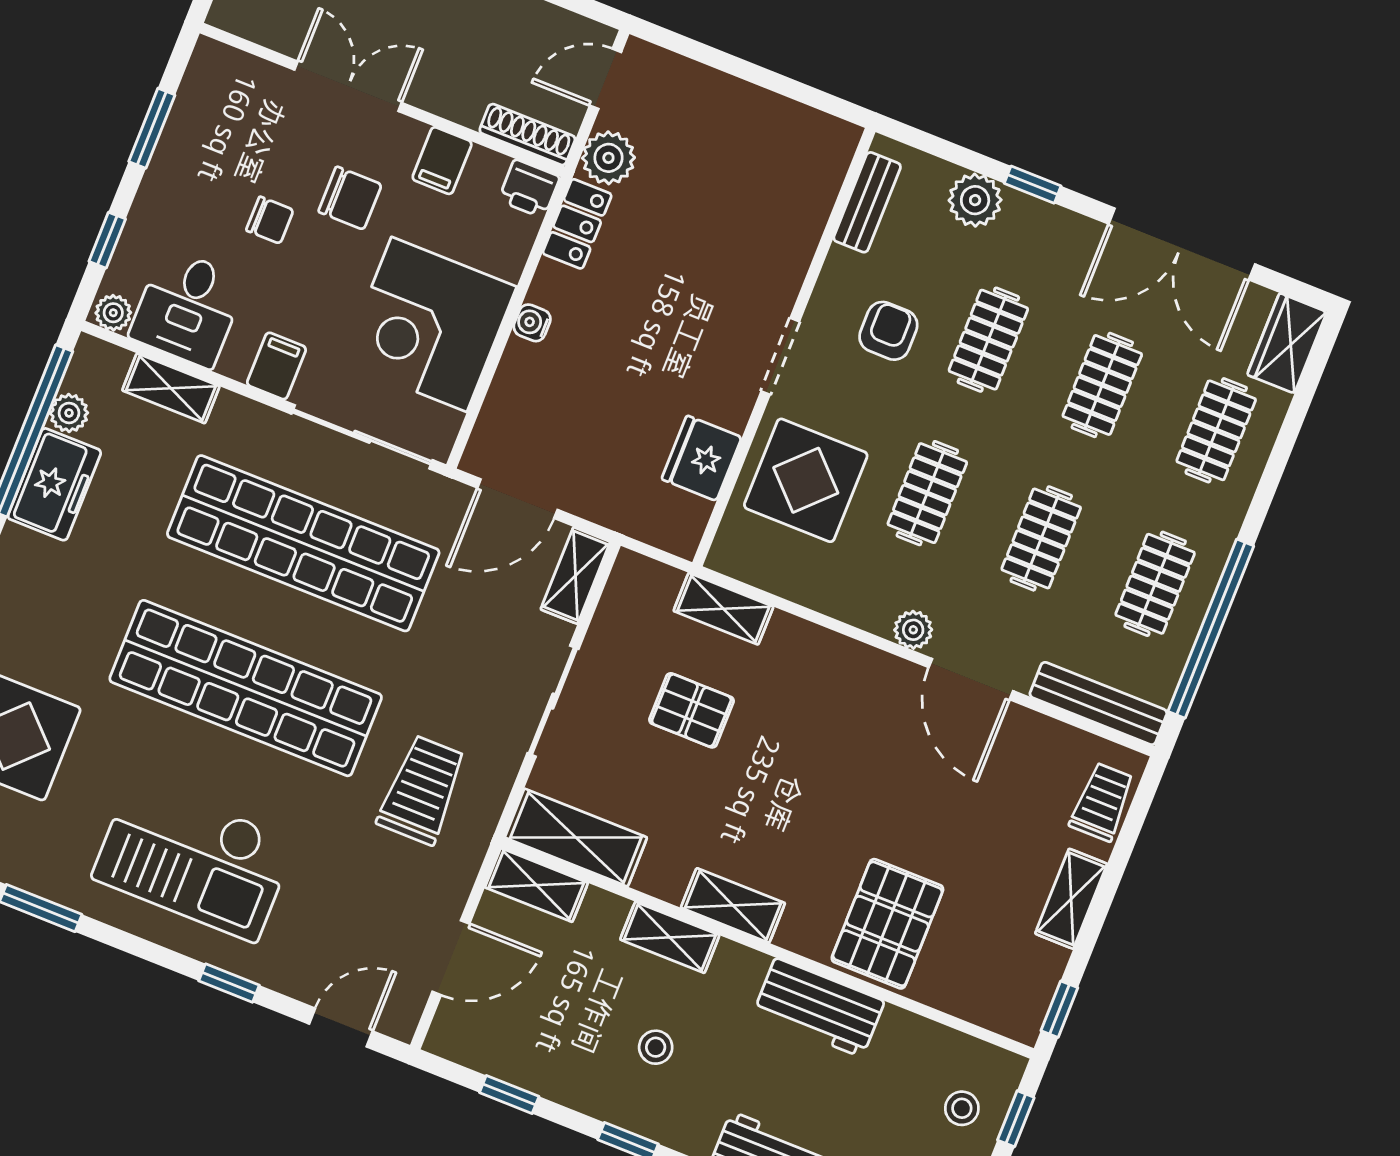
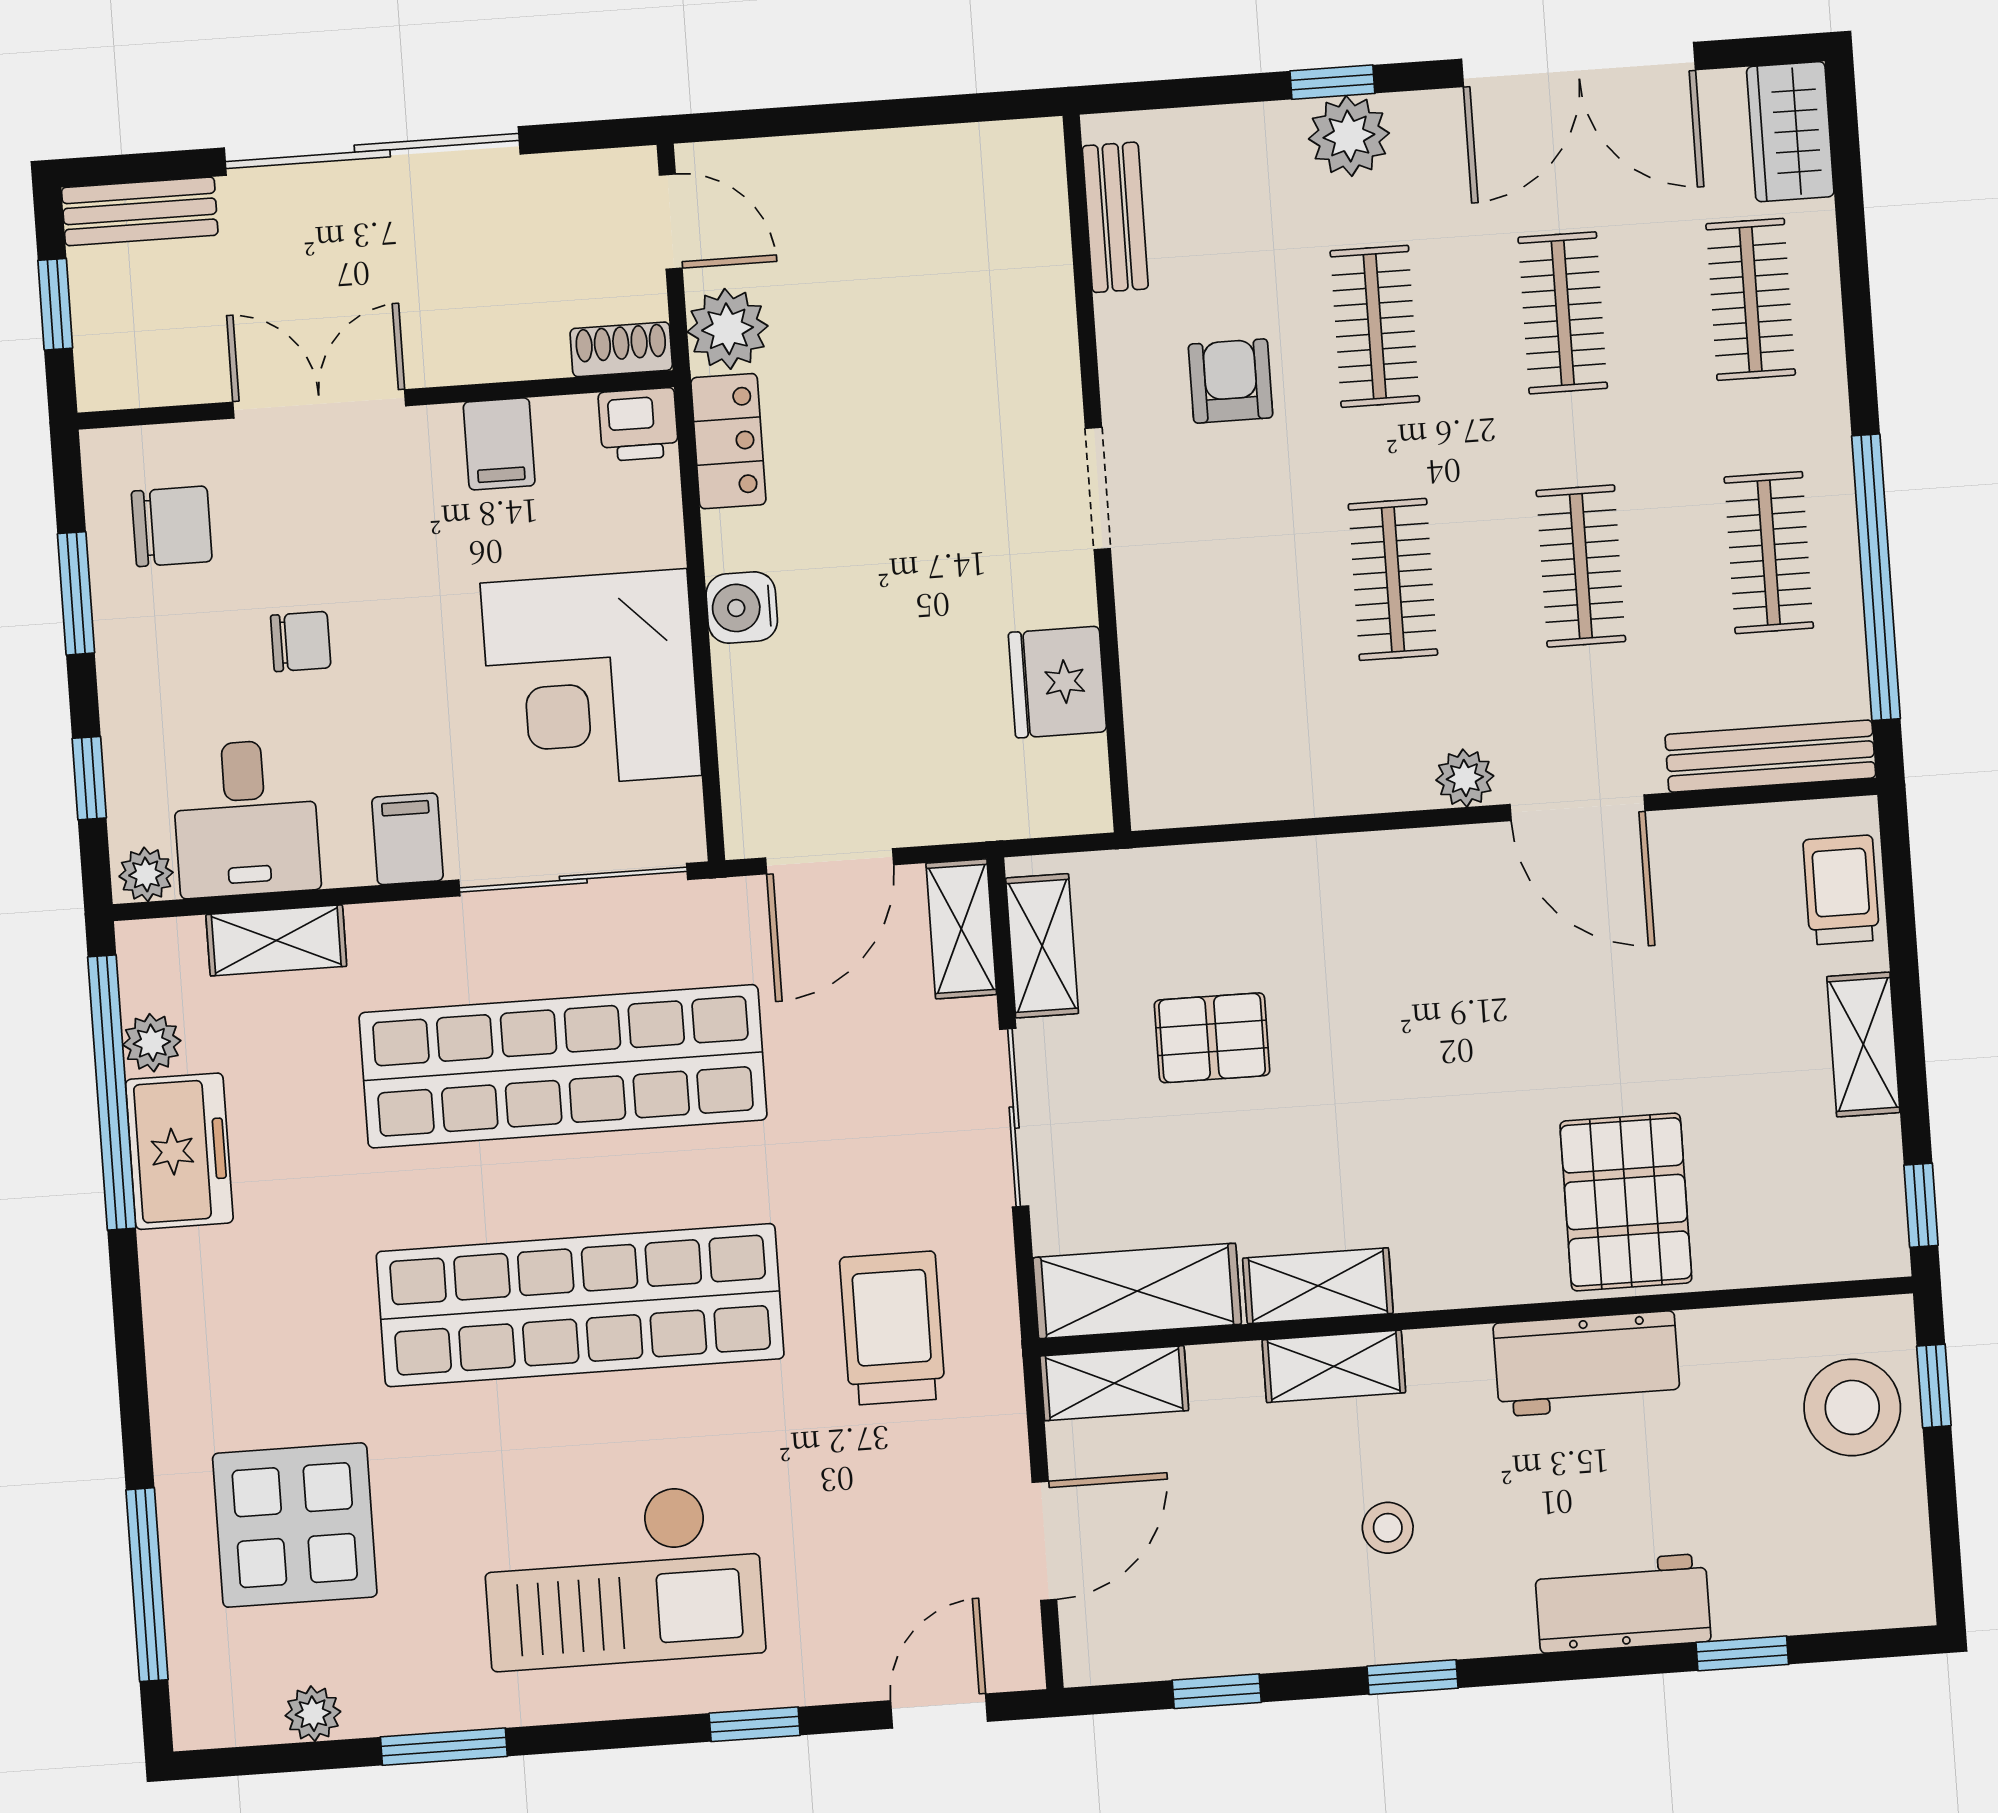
door: (606, 79) -> (671, 222), swing flipped
shoe rack: (527, 135) -> (621, 349), width x0.70
chair: (350, 198) -> (172, 526), moved
plant: (975, 200) -> (1349, 136), moved
water cooler: (532, 323) -> (742, 608), width x1.38, depth x1.38
display table: (806, 480) -> (1216, 643), removed
shelving: (723, 609) -> (1042, 946), moved, turned 90
shelving: (733, 905) -> (1318, 1286), moved
stool: (962, 1108) -> (1852, 1407), width x1.89, depth x1.89

